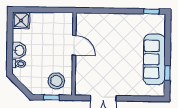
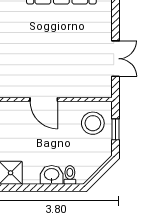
door: (74, 45) -> (44, 99), swing flipped

